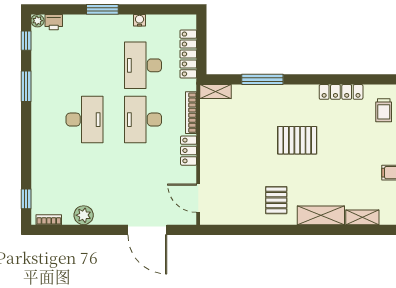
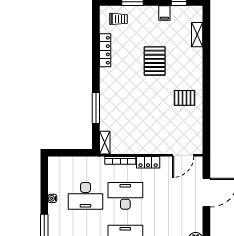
locker: (188, 54) -> (77, 163), removed
desk: (143, 120) -> (125, 196), turned 180
pallet: (297, 140) -> (155, 61), moved
shelving: (321, 215) -> (196, 65), removed

